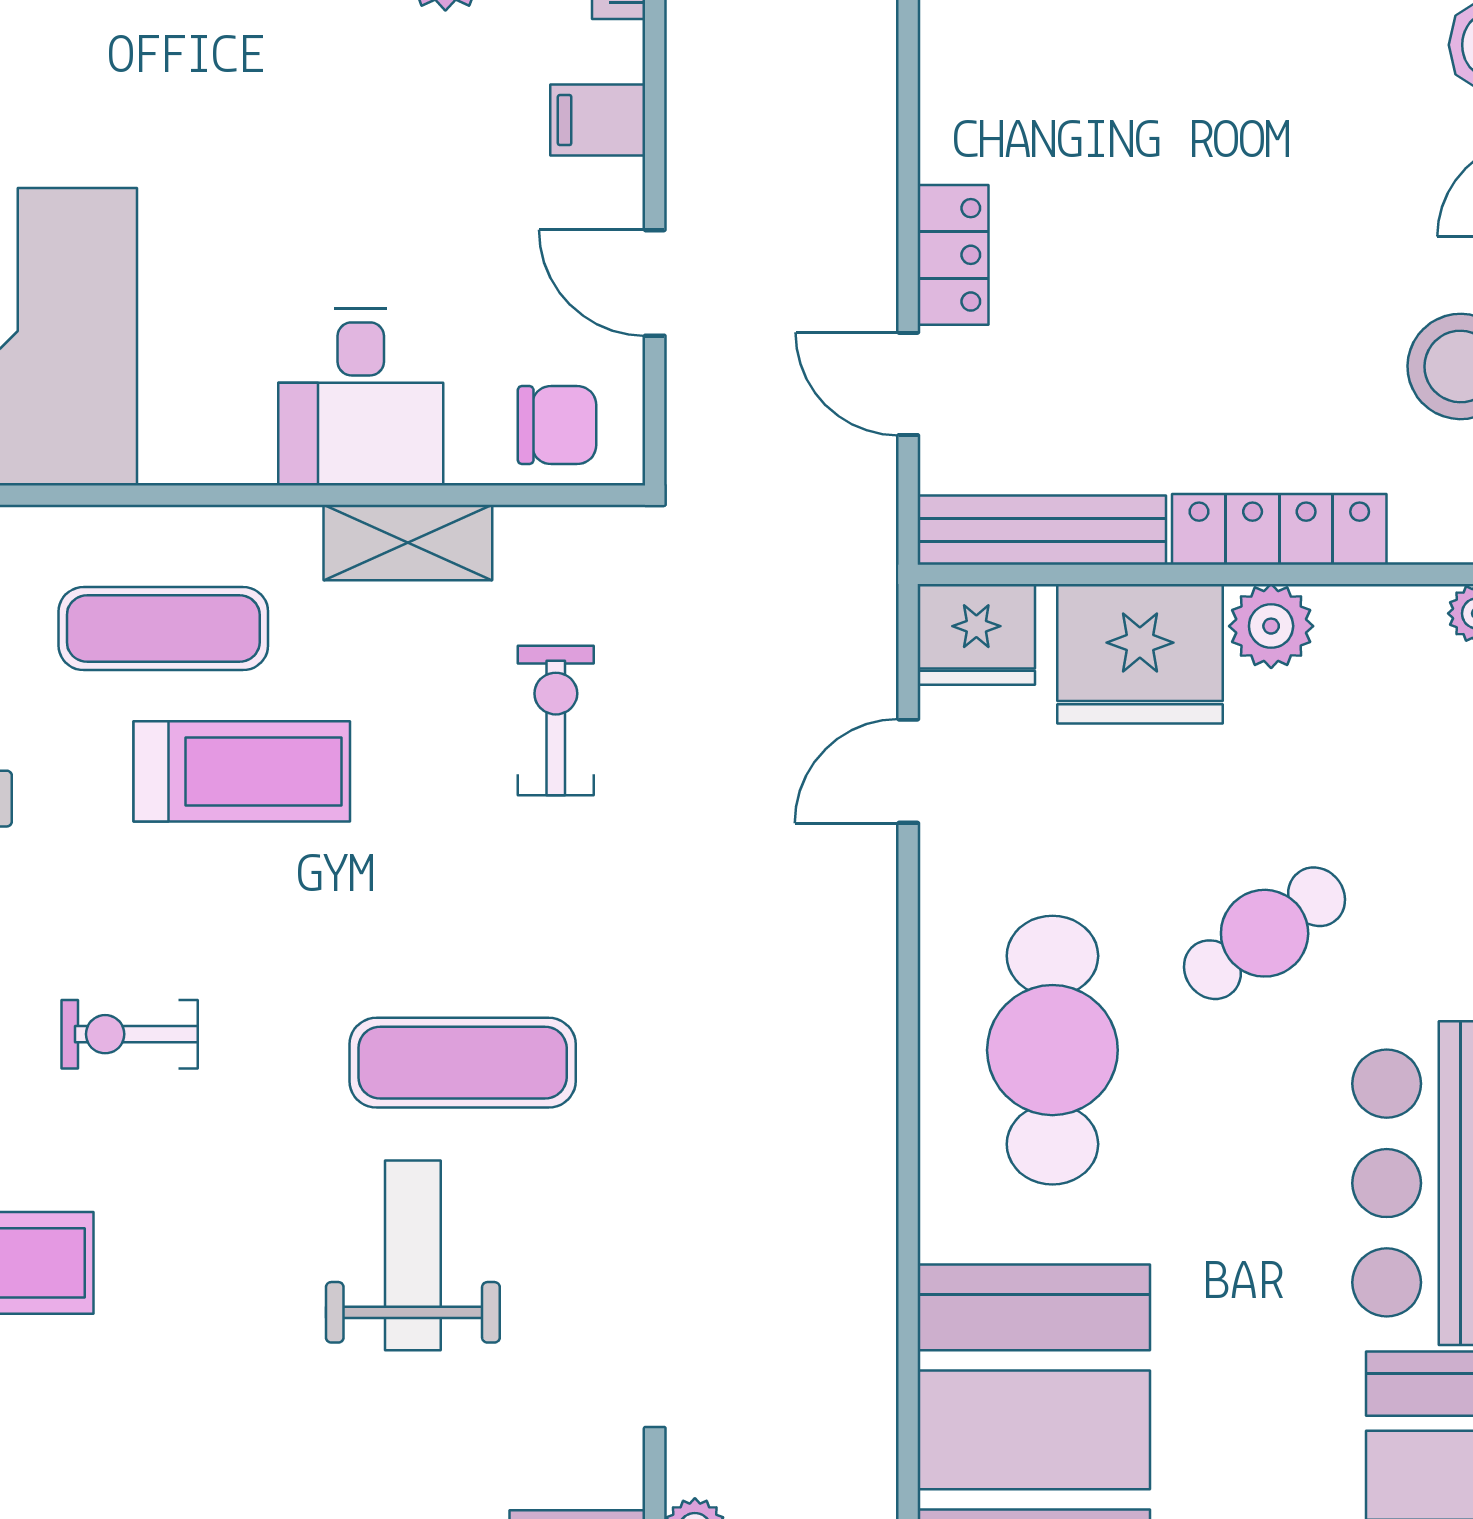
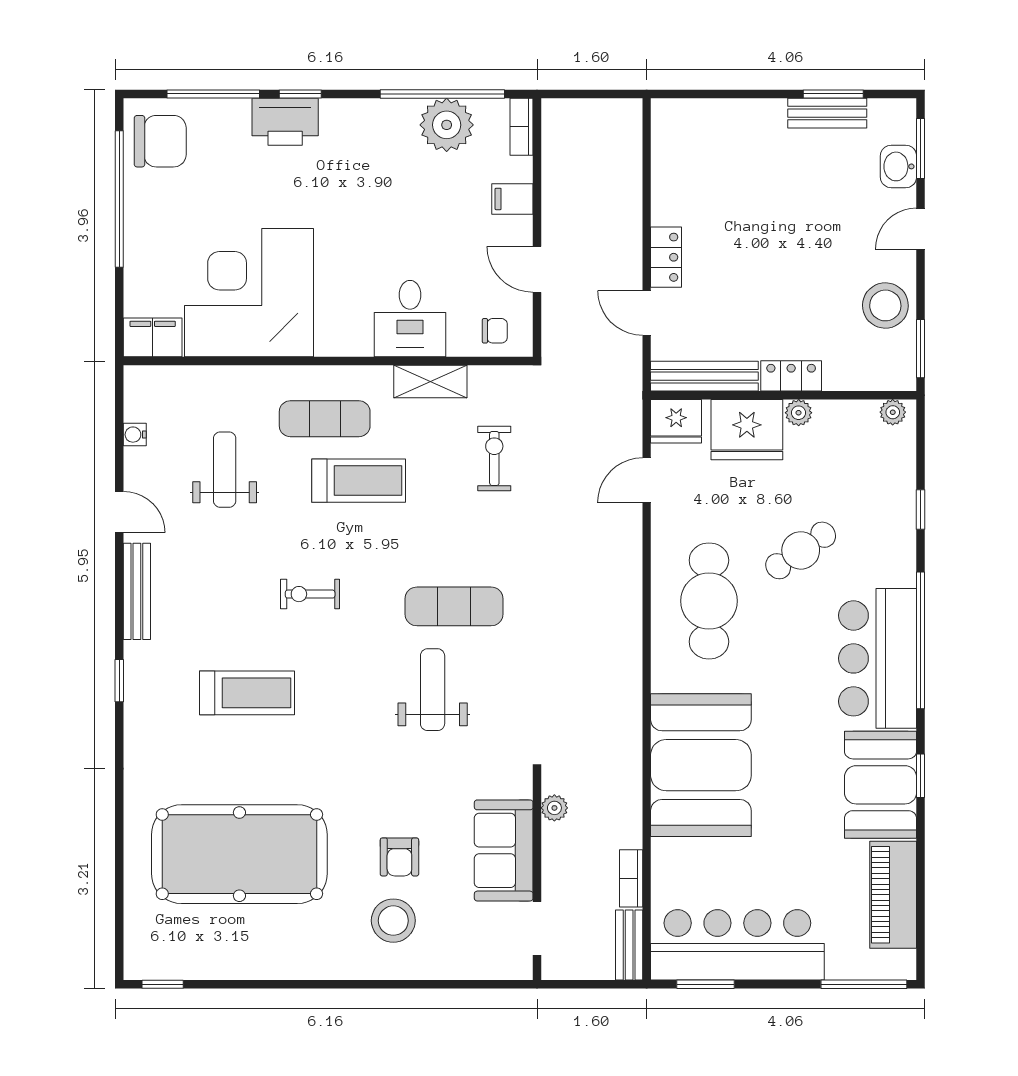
chair: (557, 425) -> (495, 331), width x0.73, depth x0.73
locker: (1279, 529) -> (791, 376), width x0.66
plant: (1271, 626) -> (799, 413), width x0.73, depth x0.73

